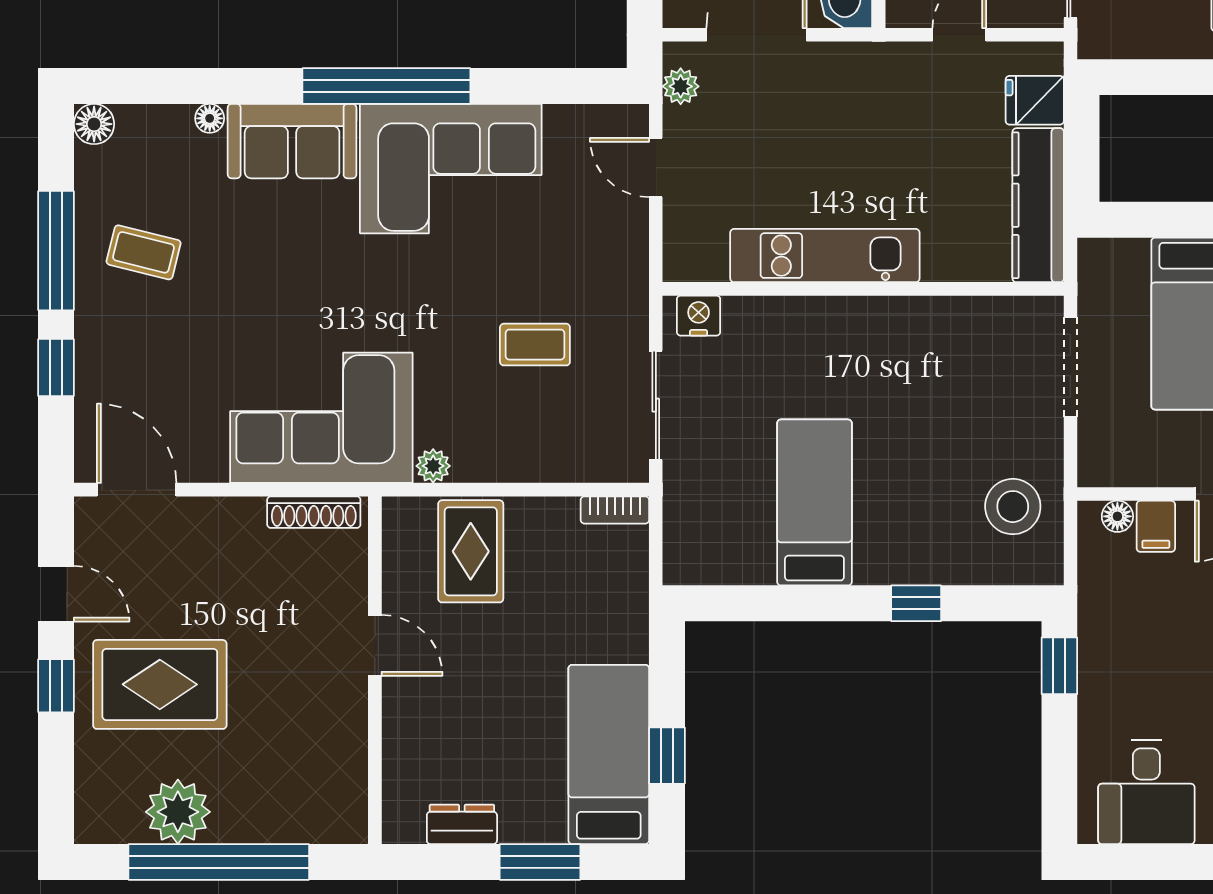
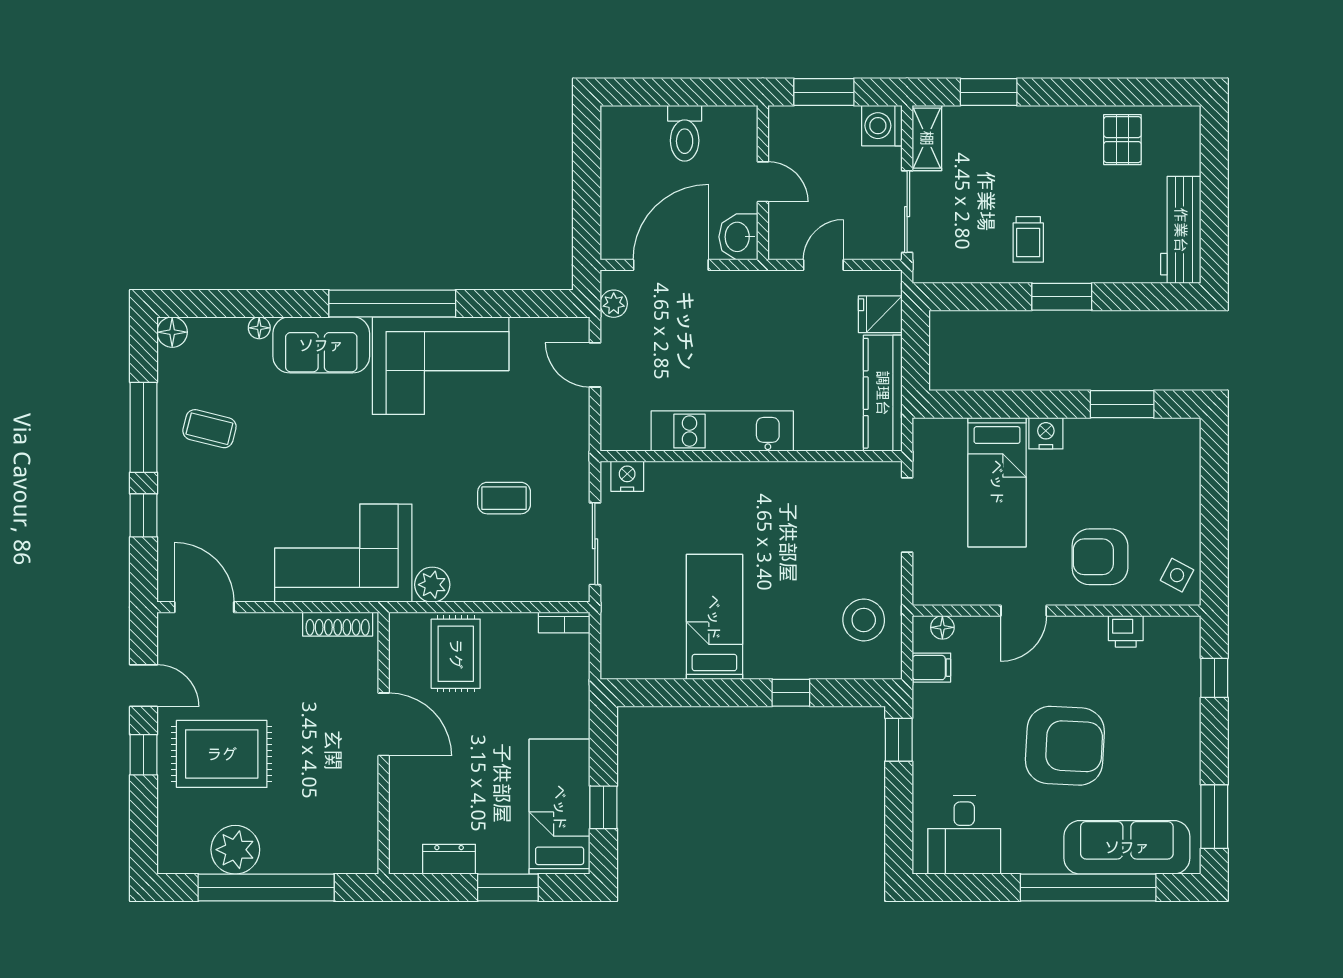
plant: (433, 466) -> (432, 585), width x1.38, depth x1.38
filing cabinet: (1156, 526) -> (931, 668), moved, turned -90
door: (375, 645) -> (384, 724), width x1.38

